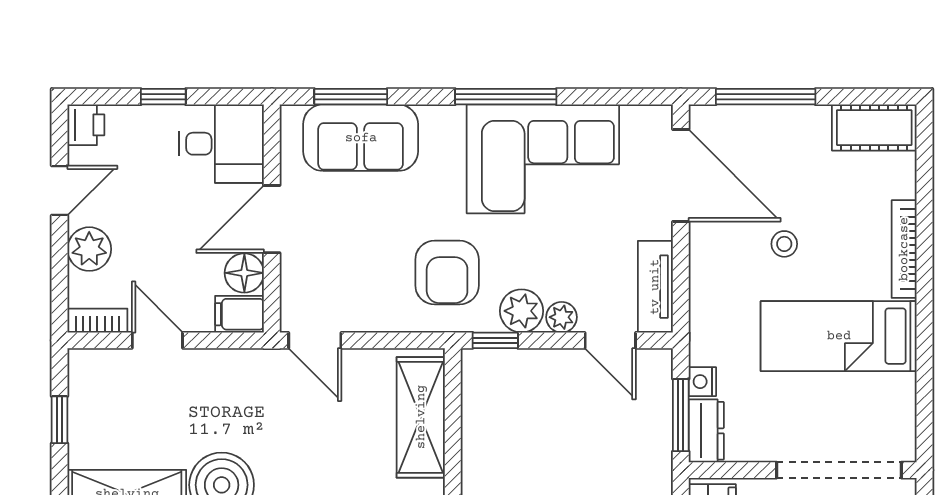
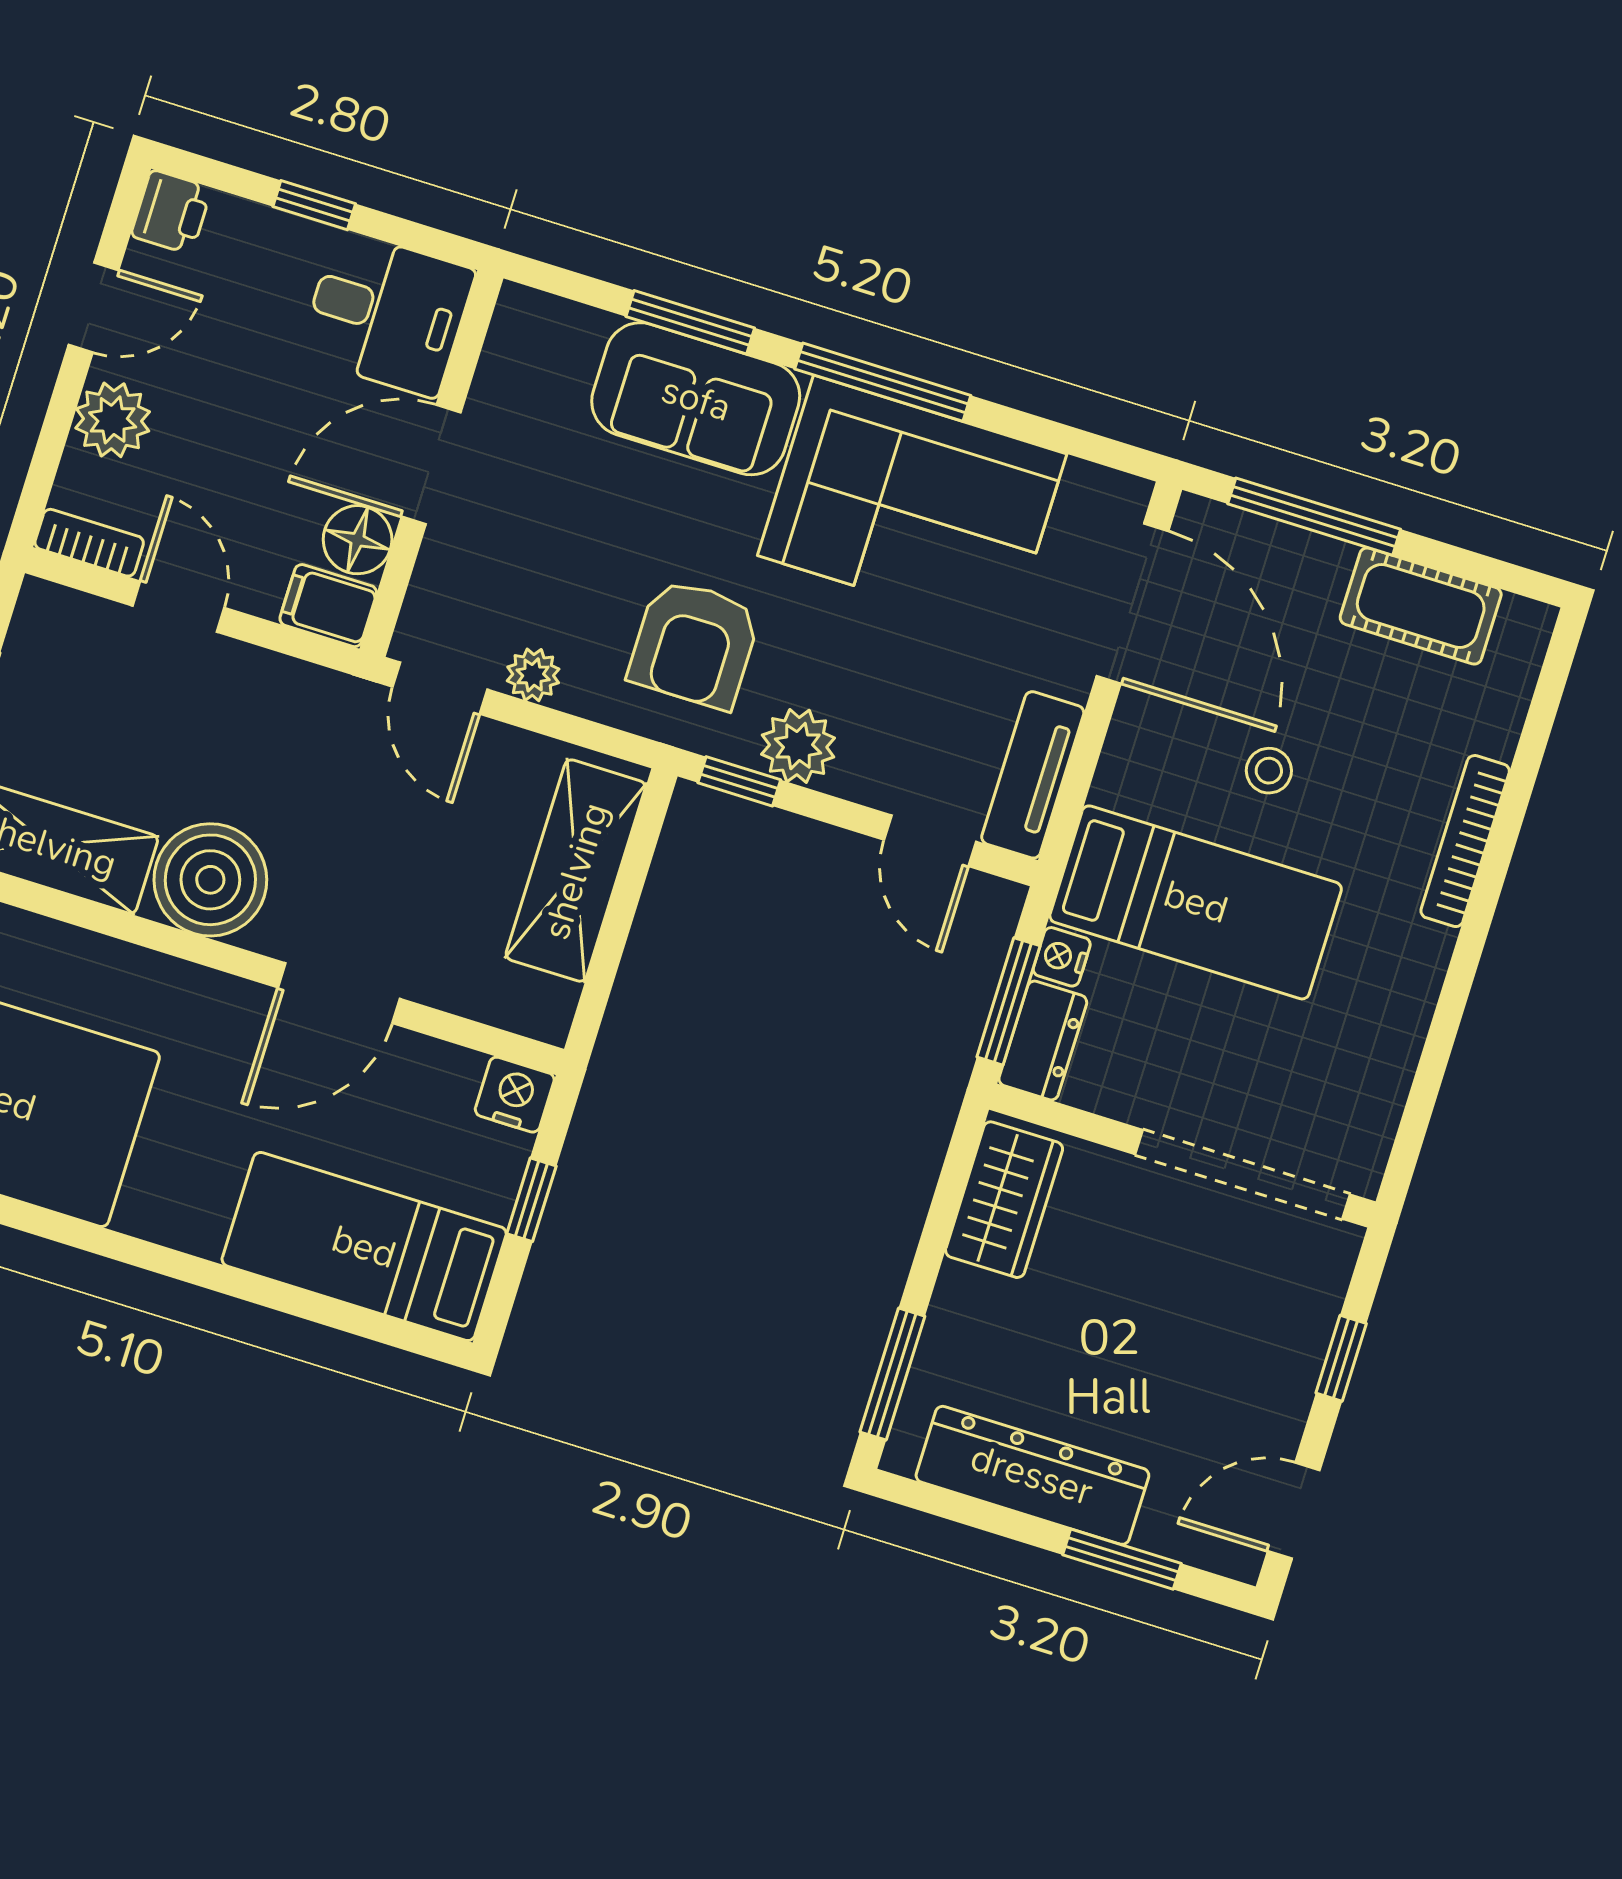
window: (351, 97) -> (690, 322), moved
cot: (874, 128) -> (1421, 606), moved
sofa: (361, 138) -> (696, 399), moved
plant: (562, 317) -> (533, 675), moved
bed: (839, 336) -> (1196, 902), moved, turned 180

